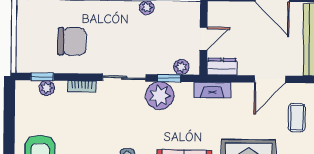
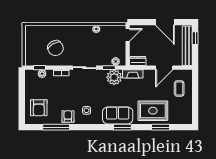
door: (204, 39) -> (128, 35), moved
chair: (72, 41) -> (56, 48), turned 61
plant: (160, 96) -> (114, 77), moved

